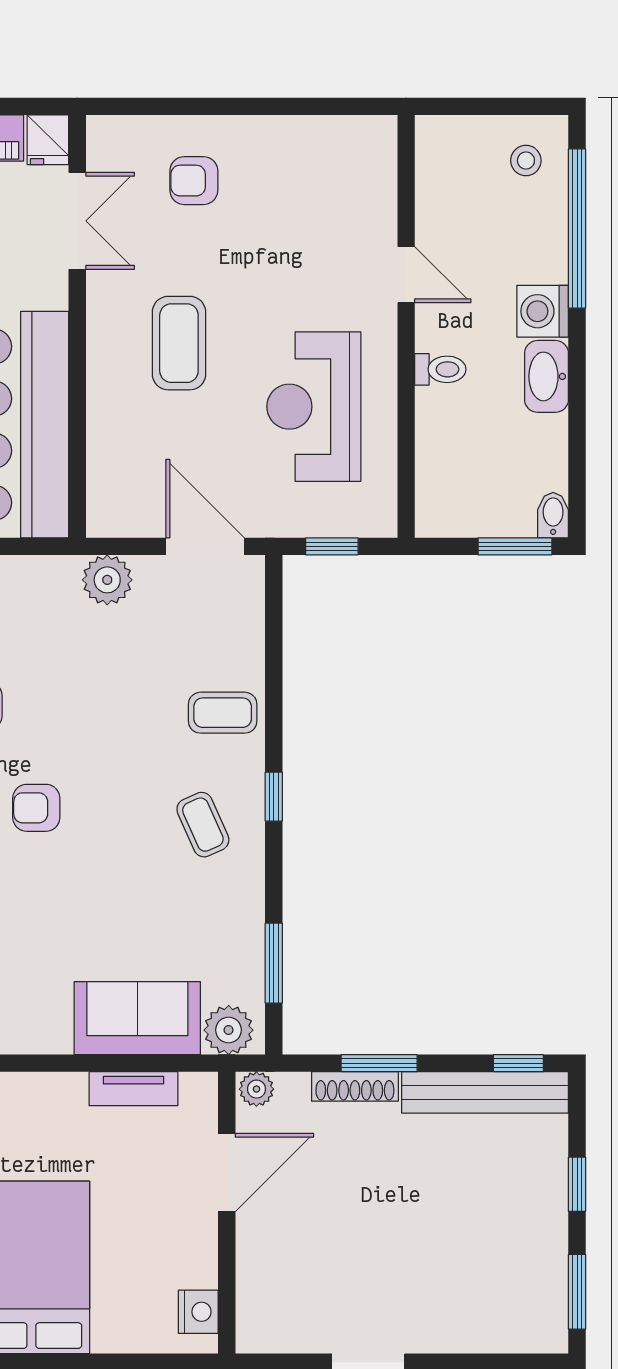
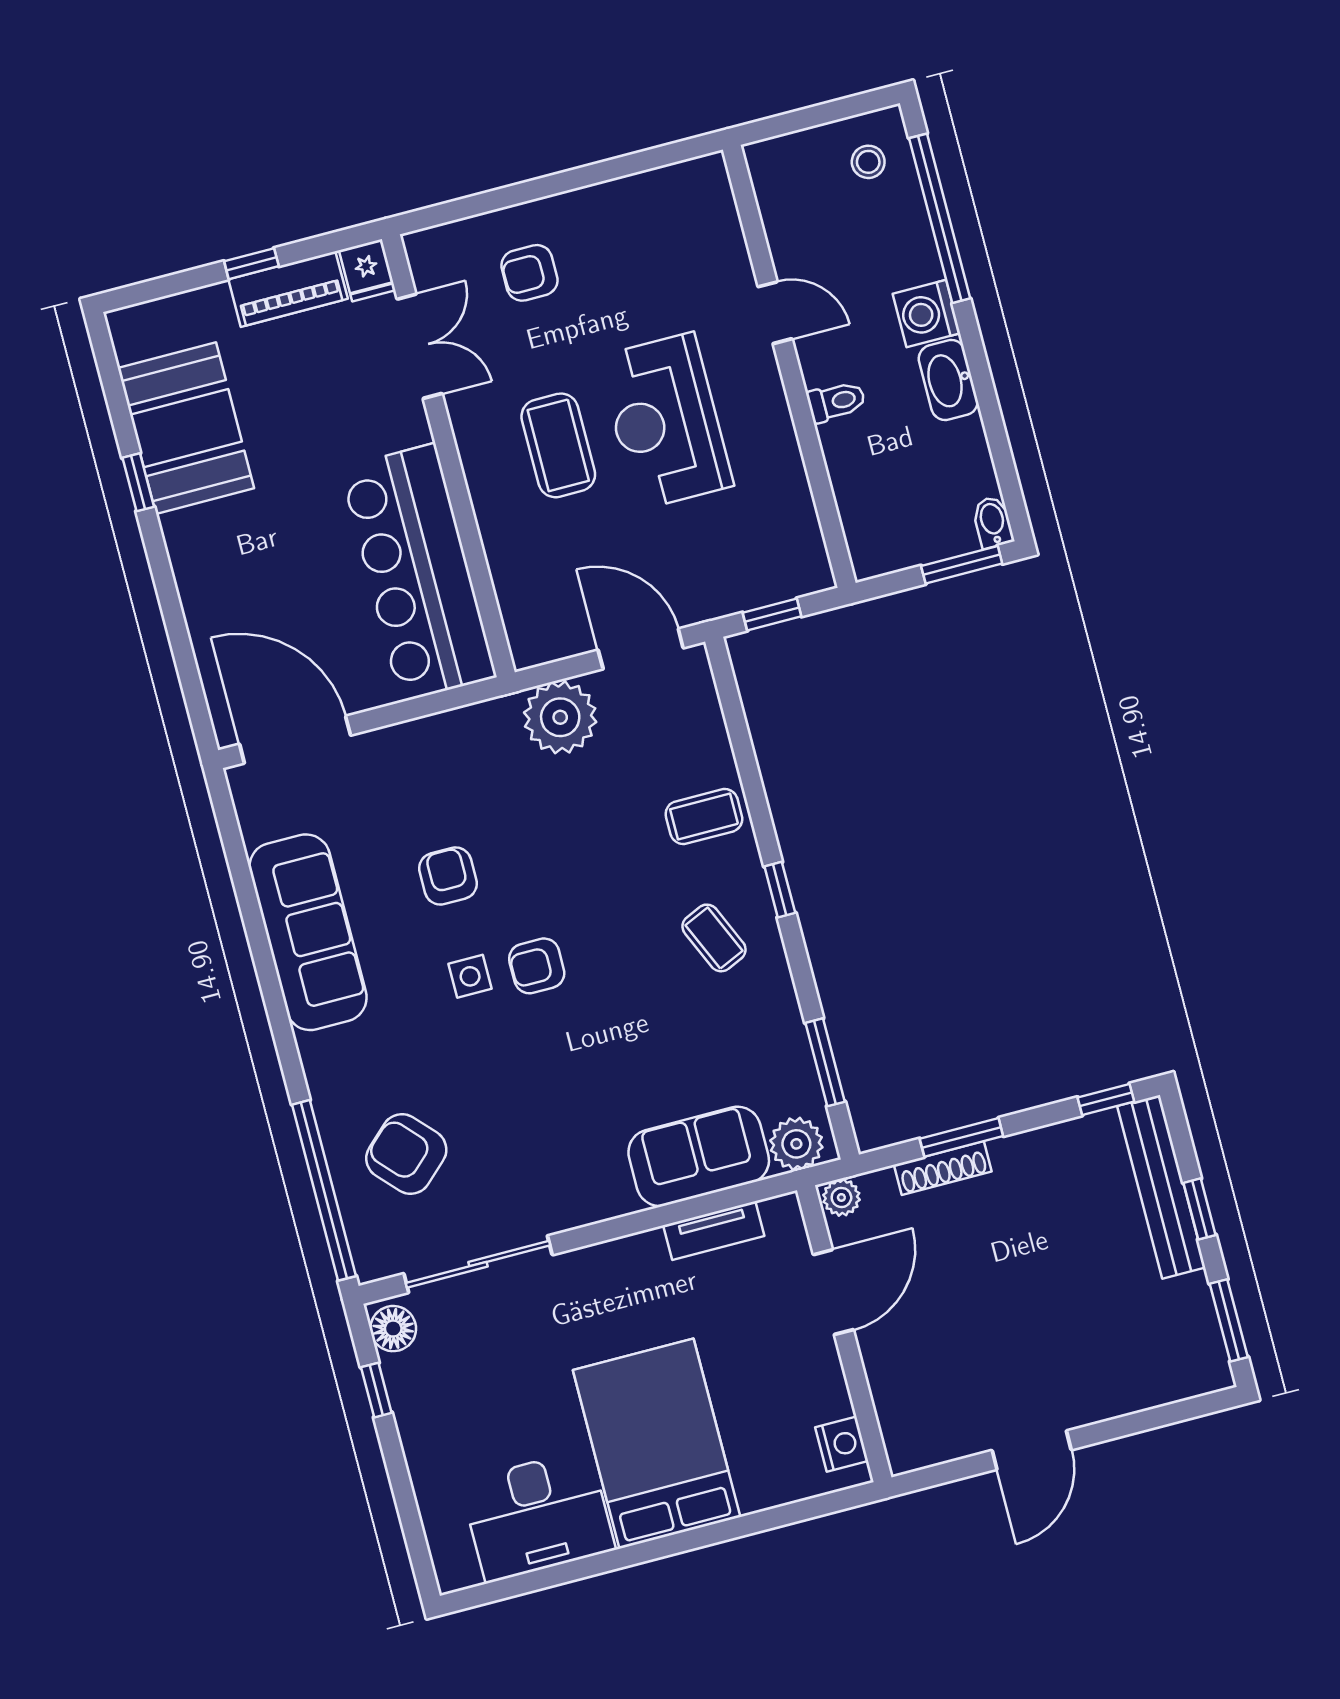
reception desk: (314, 407) -> (665, 421), moved
plant: (107, 580) -> (560, 717), width x1.36, depth x1.36
bench: (485, 1092) -> (1161, 1187), moved, turned 90

